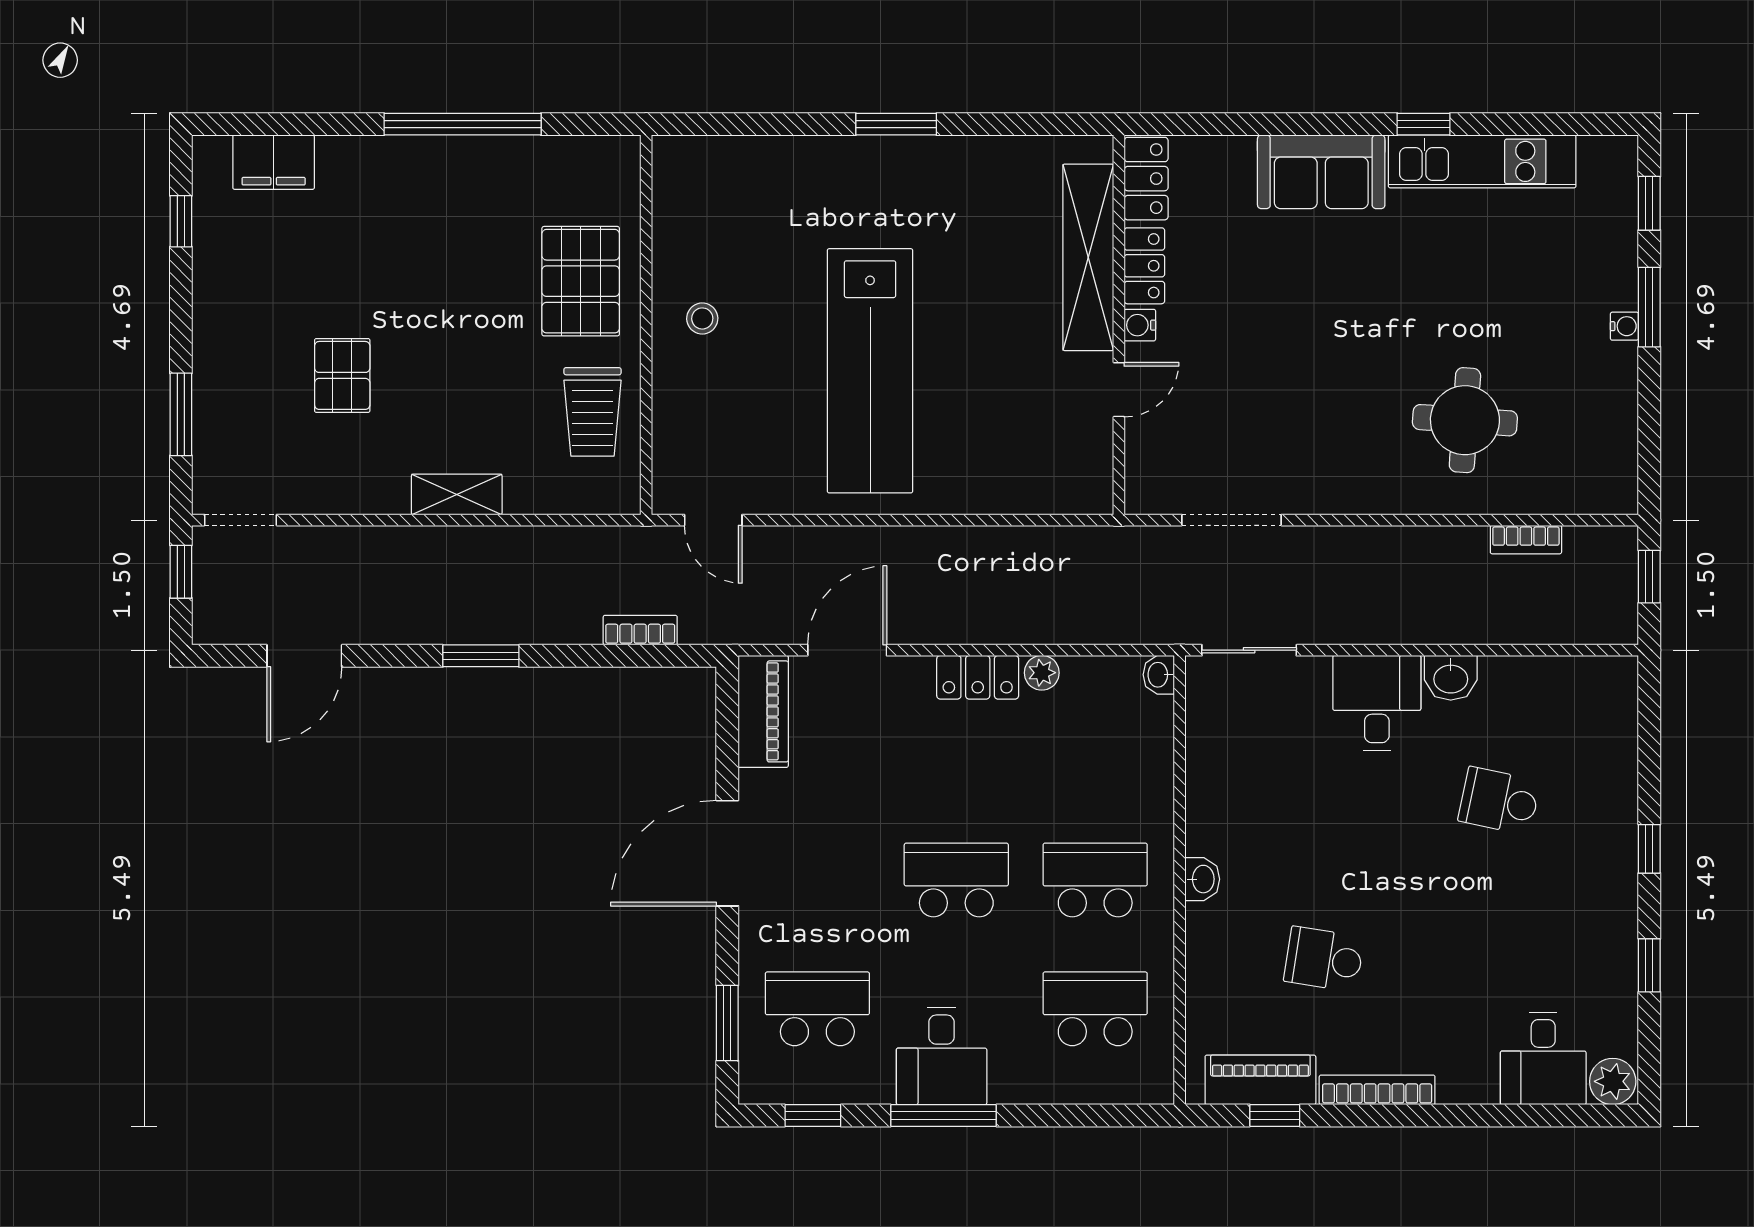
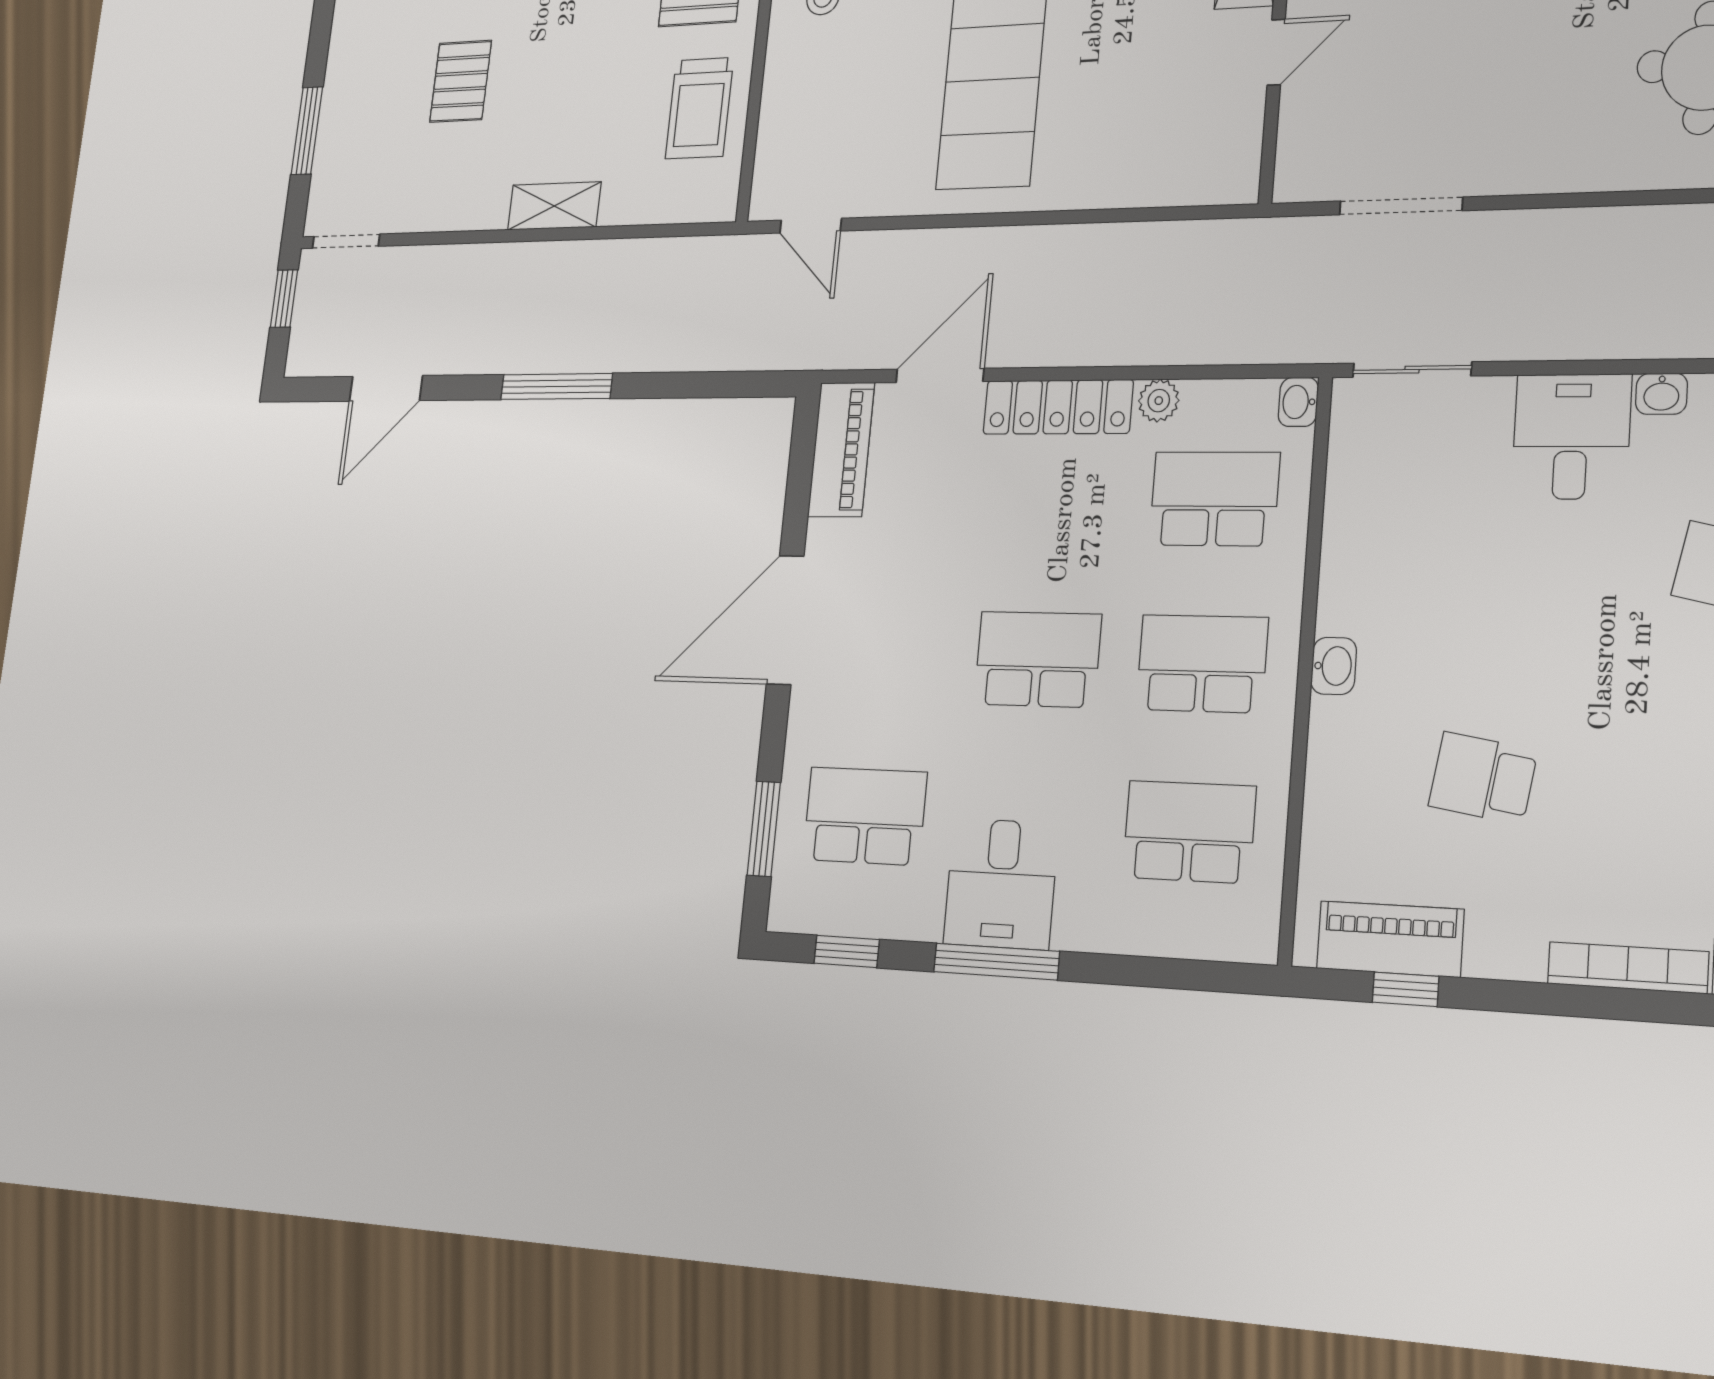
bookcase: (640, 630) -> (721, 355), removed
window: (481, 656) -> (556, 387), width x1.44
locker: (978, 677) -> (1058, 407), width x1.53
washbasin: (1451, 678) -> (1661, 394), width x0.72, depth x0.69
school desk: (1095, 751) -> (1214, 499), added
bookcase: (1377, 1090) -> (1628, 968), moved

